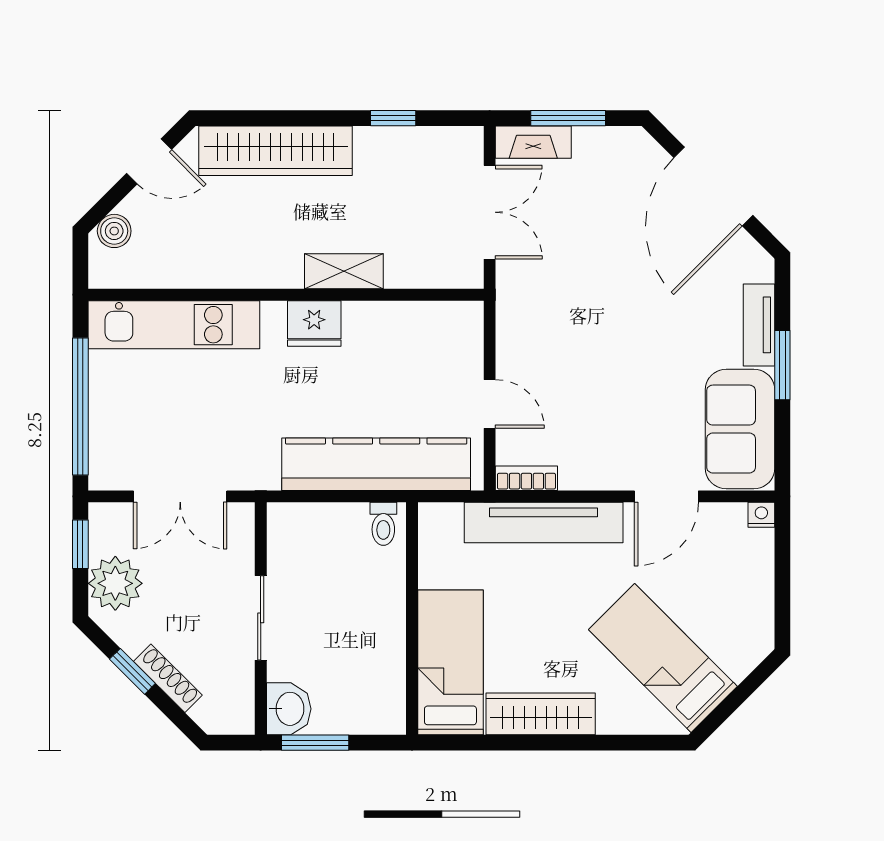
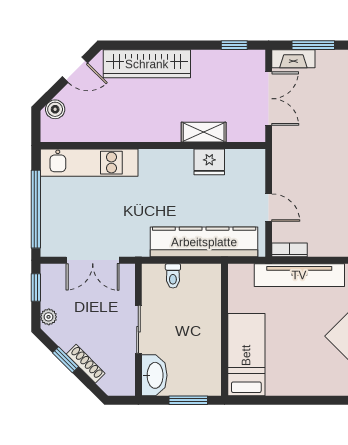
window: (393, 118) -> (234, 45), moved
shelving: (344, 271) -> (204, 132), moved
fridge: (314, 323) -> (209, 162), moved
toilet: (383, 524) -> (173, 276), moved
plant: (115, 583) -> (49, 317), width x0.53, depth x0.53
washbasin: (289, 709) -> (154, 375), width x1.38
wardrobe: (541, 714) -> (298, 384), removed
window: (315, 743) -> (188, 400), moved

